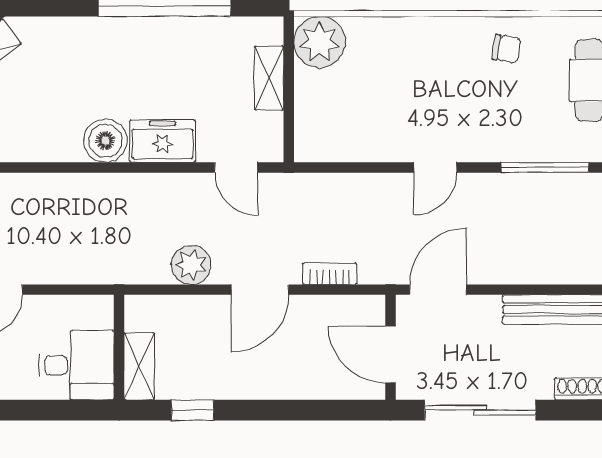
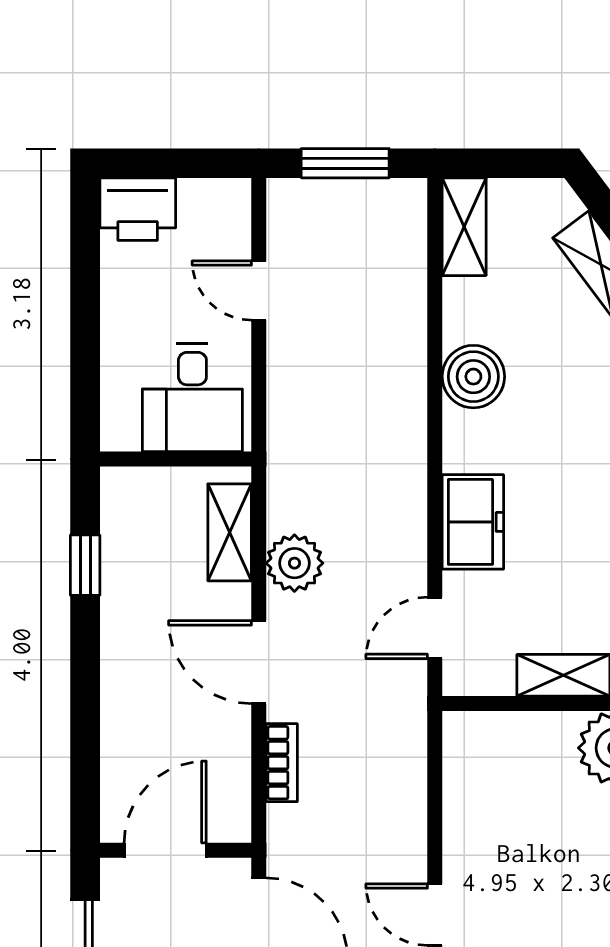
boiler: (105, 141) -> (473, 377), moved
desk: (76, 365) -> (192, 398), moved
shelving: (139, 366) -> (230, 532), moved, turned 90

